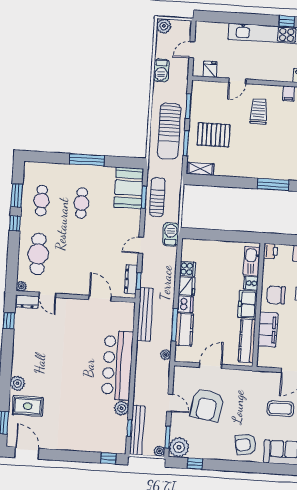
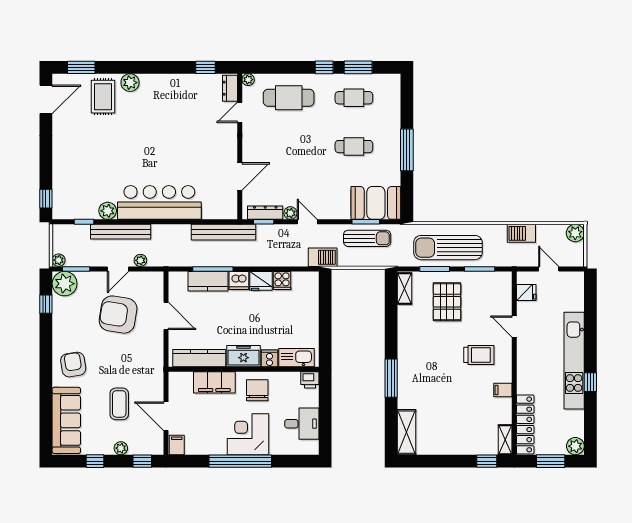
plant: (133, 259) -> (290, 213), added
plant: (166, 355) -> (140, 260), moved
bench: (137, 430) -> (121, 232), moved

